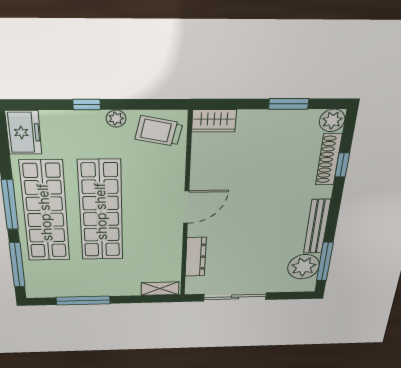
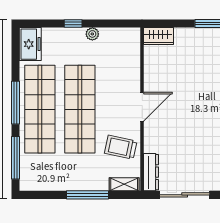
trolley: (159, 131) -> (121, 147), moved
dresser: (196, 257) -> (151, 172), moved
window: (83, 301) -> (87, 195), moved

